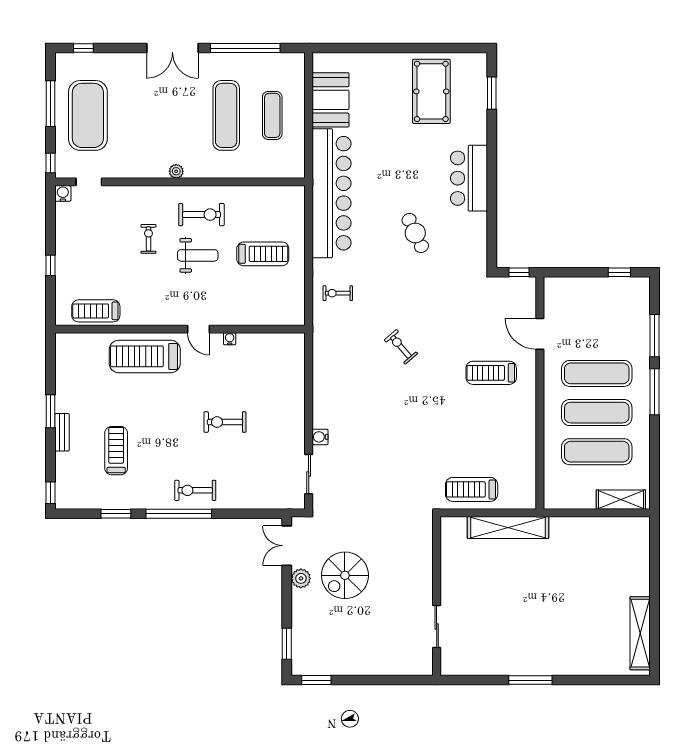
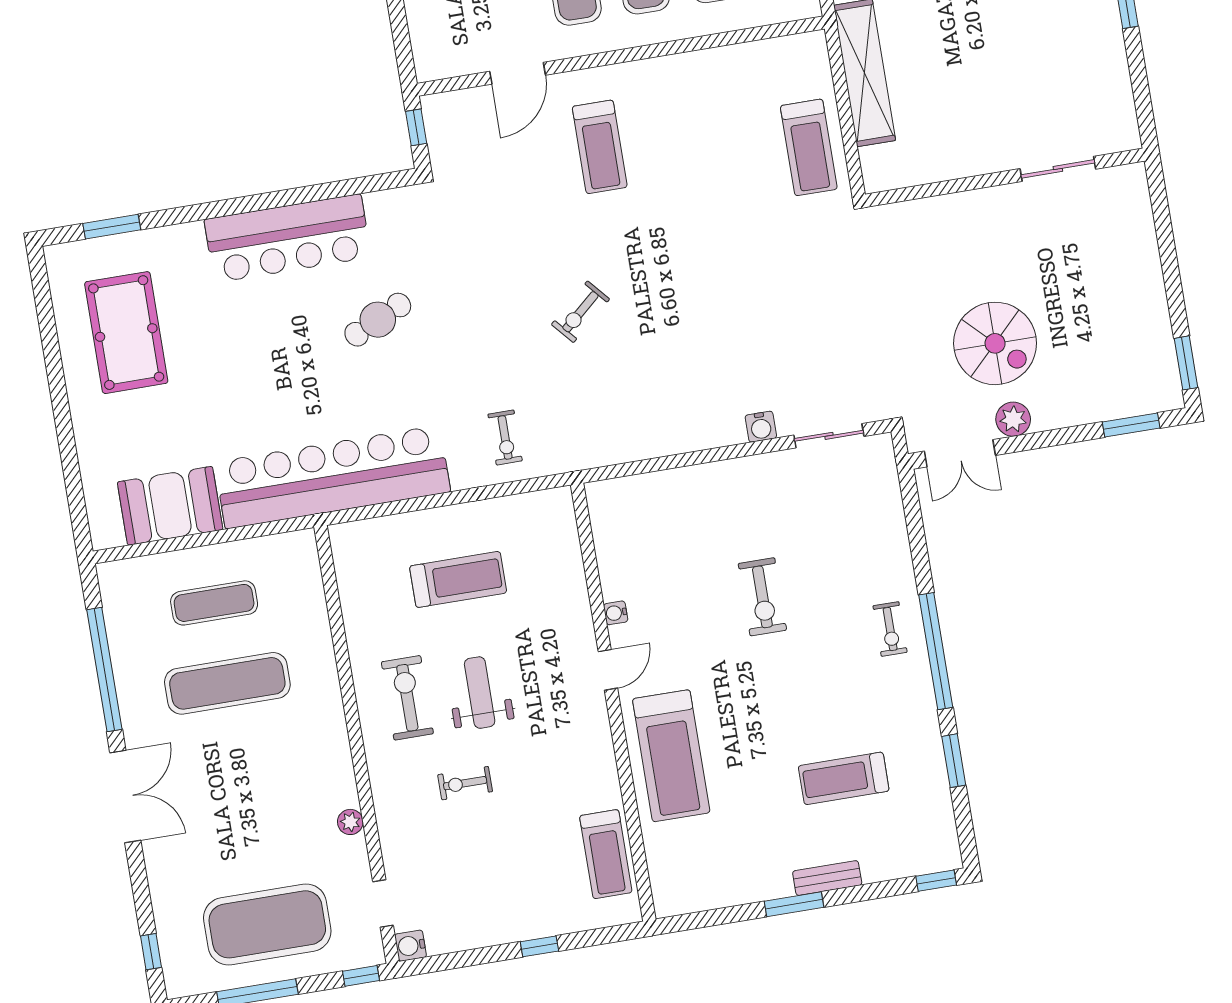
pool table: (431, 91) -> (126, 333), turned 90
plant: (176, 171) -> (350, 822), moved
bar counter: (469, 178) -> (288, 238), width x1.36
treadmill: (263, 254) -> (458, 579), turned 90
exercise bike: (195, 490) -> (890, 629), width x0.73, depth x0.72

